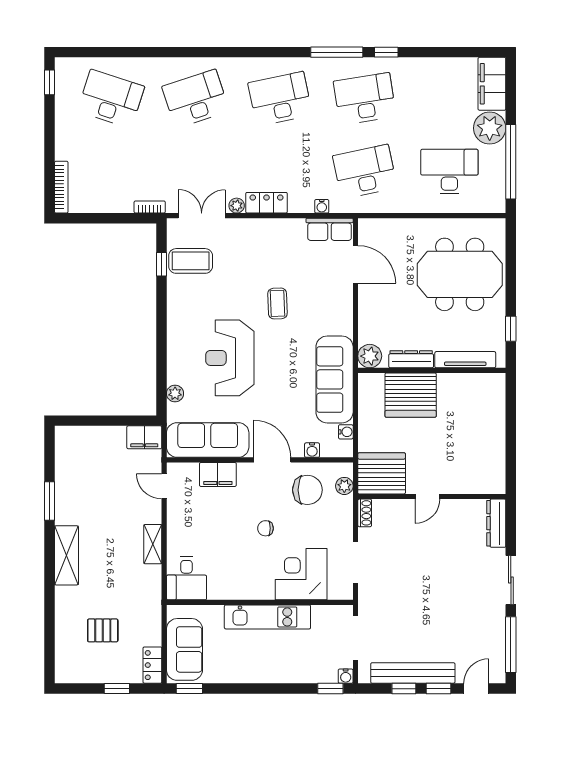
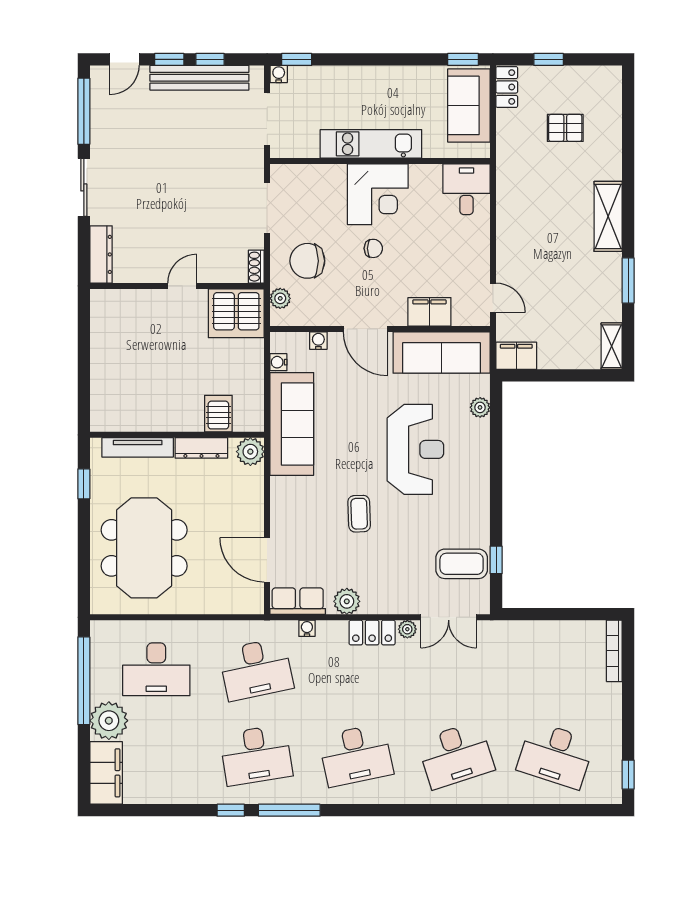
bookcase: (150, 207) -> (510, 628), removed
plant: (288, 229) -> (347, 601), added
meeting table: (460, 274) -> (144, 548), turned 90
server rack: (411, 395) -> (218, 414), width x0.46, depth x0.70
chair: (307, 490) -> (307, 261), moved
shelving: (153, 544) -> (612, 346), moved
corner desk: (301, 574) -> (378, 194), moved

